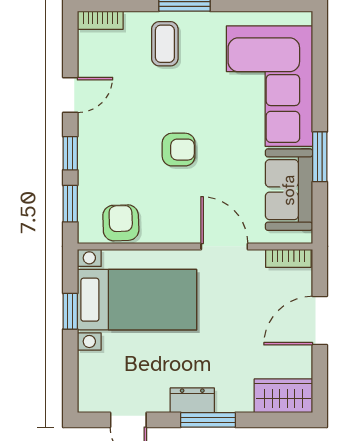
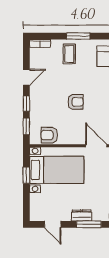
armchair: (121, 223) -> (49, 135), turned -88

